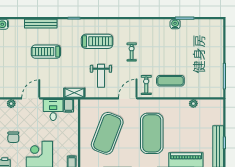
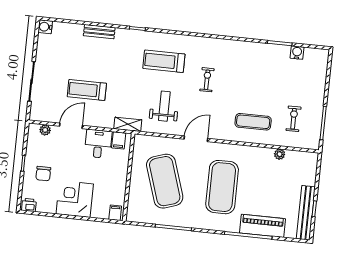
bench: (41, 24) -> (99, 32), width x0.73
water cooler: (175, 24) -> (297, 53), moved
treadmill: (97, 41) -> (164, 61), turned 180
treadmill: (46, 52) -> (87, 90), moved
weight bench: (101, 76) -> (164, 106), turned 180
exercise bike: (146, 85) -> (293, 119), moved
exercise mat: (107, 133) -> (165, 181), turned -39

